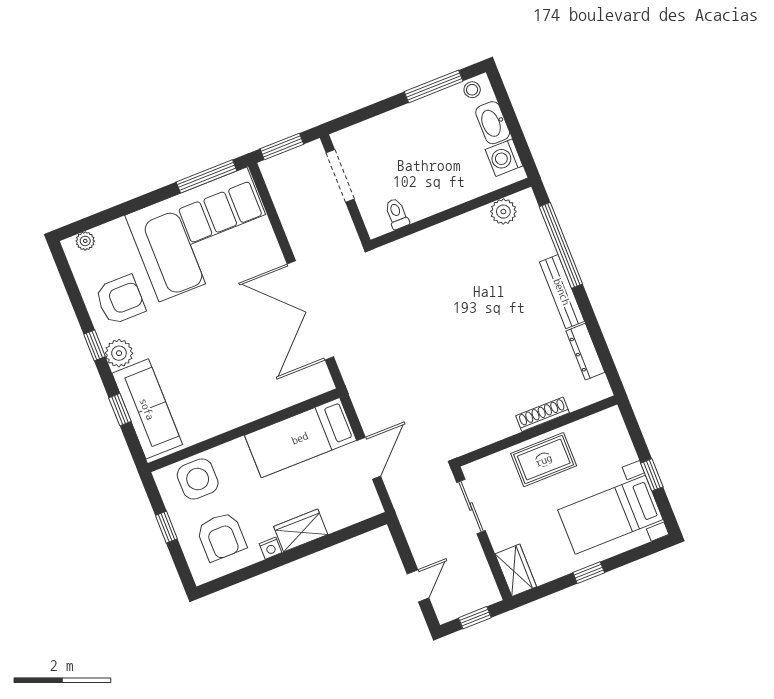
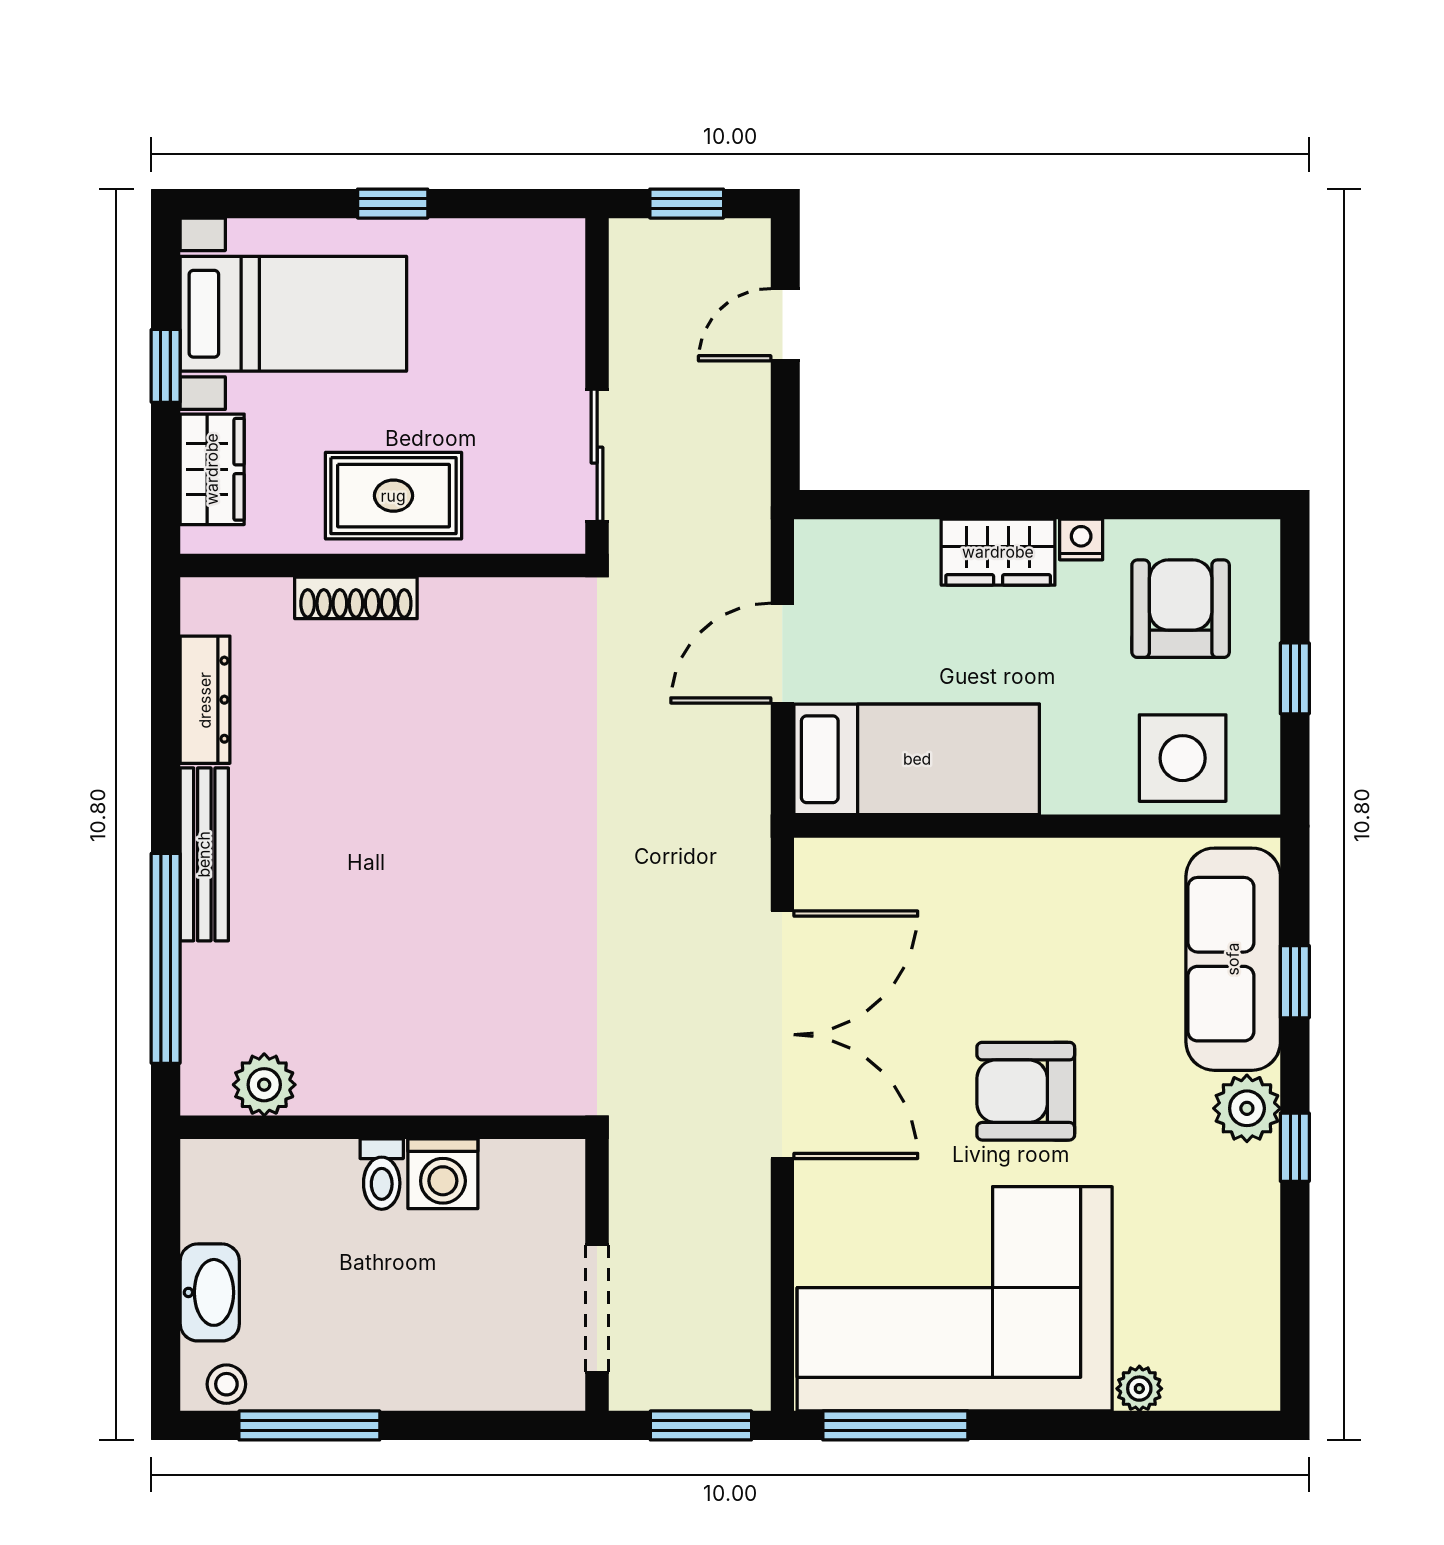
washing machine: (504, 158) -> (443, 1174), moved, turned 90
toilet: (397, 214) -> (382, 1174), moved
plant: (85, 241) -> (1139, 1389), moved
armchair: (120, 300) -> (1026, 1091), moved
wardrobe: (516, 570) -> (212, 469), moved, turned 180

